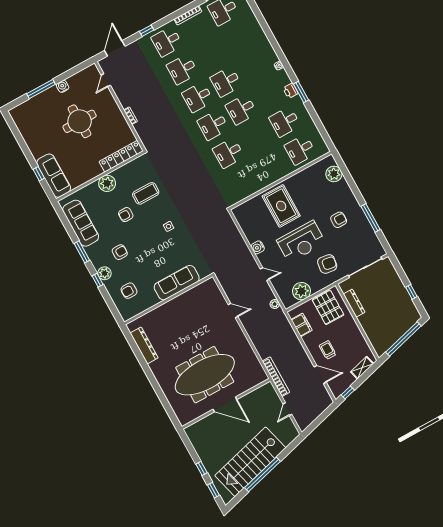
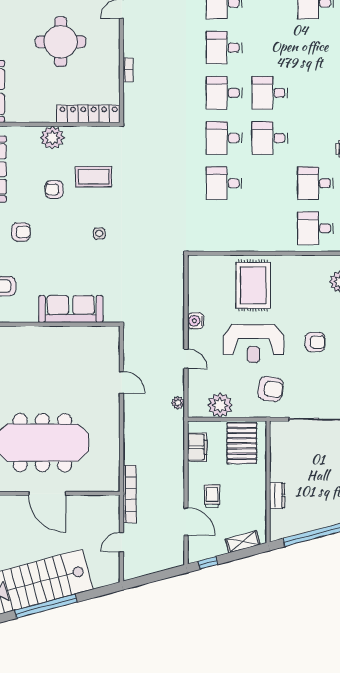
dresser: (354, 303) -> (277, 495), moved, width x0.70

